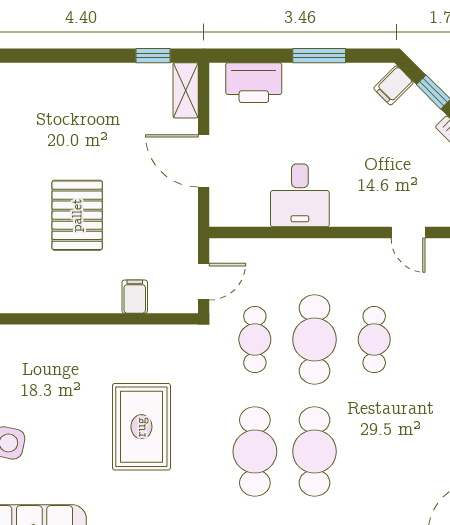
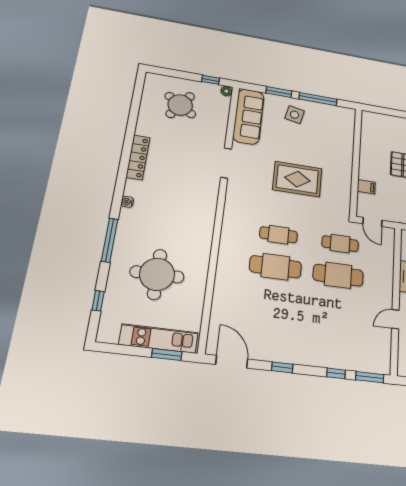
door: (408, 233) -> (395, 319), moved
cafe table: (374, 340) -> (336, 308), removed
cafe table: (255, 451) -> (279, 235), width x0.73, depth x0.74

